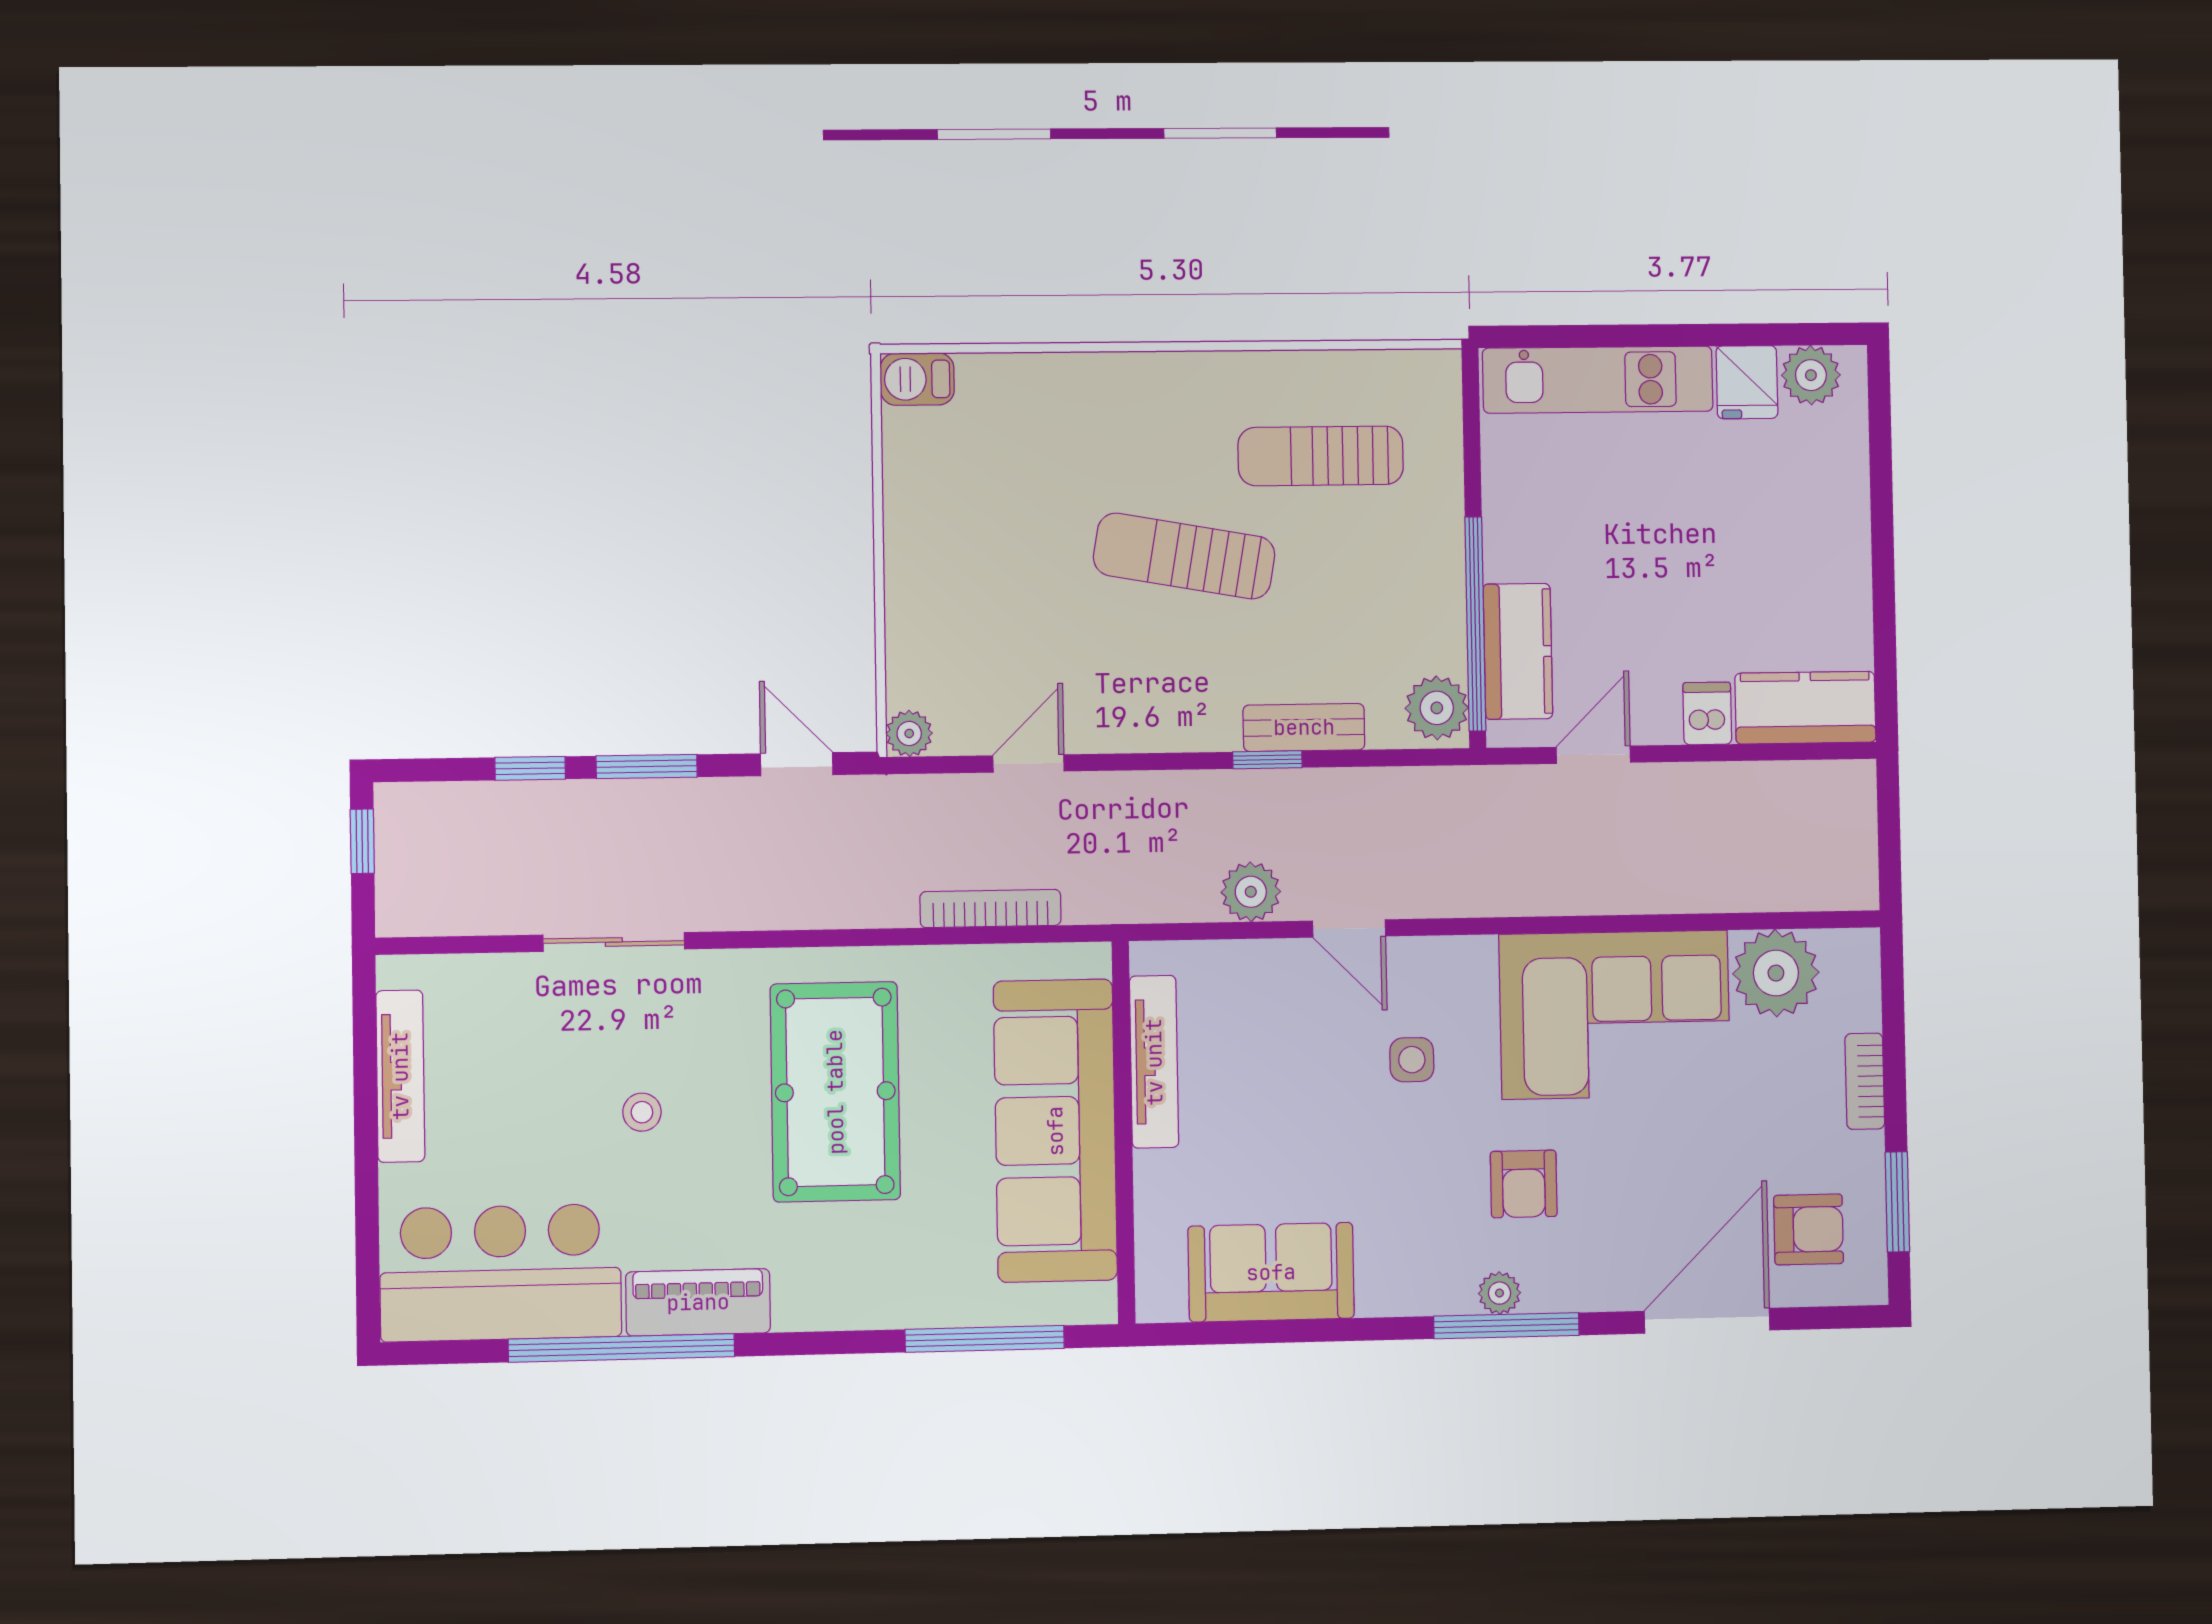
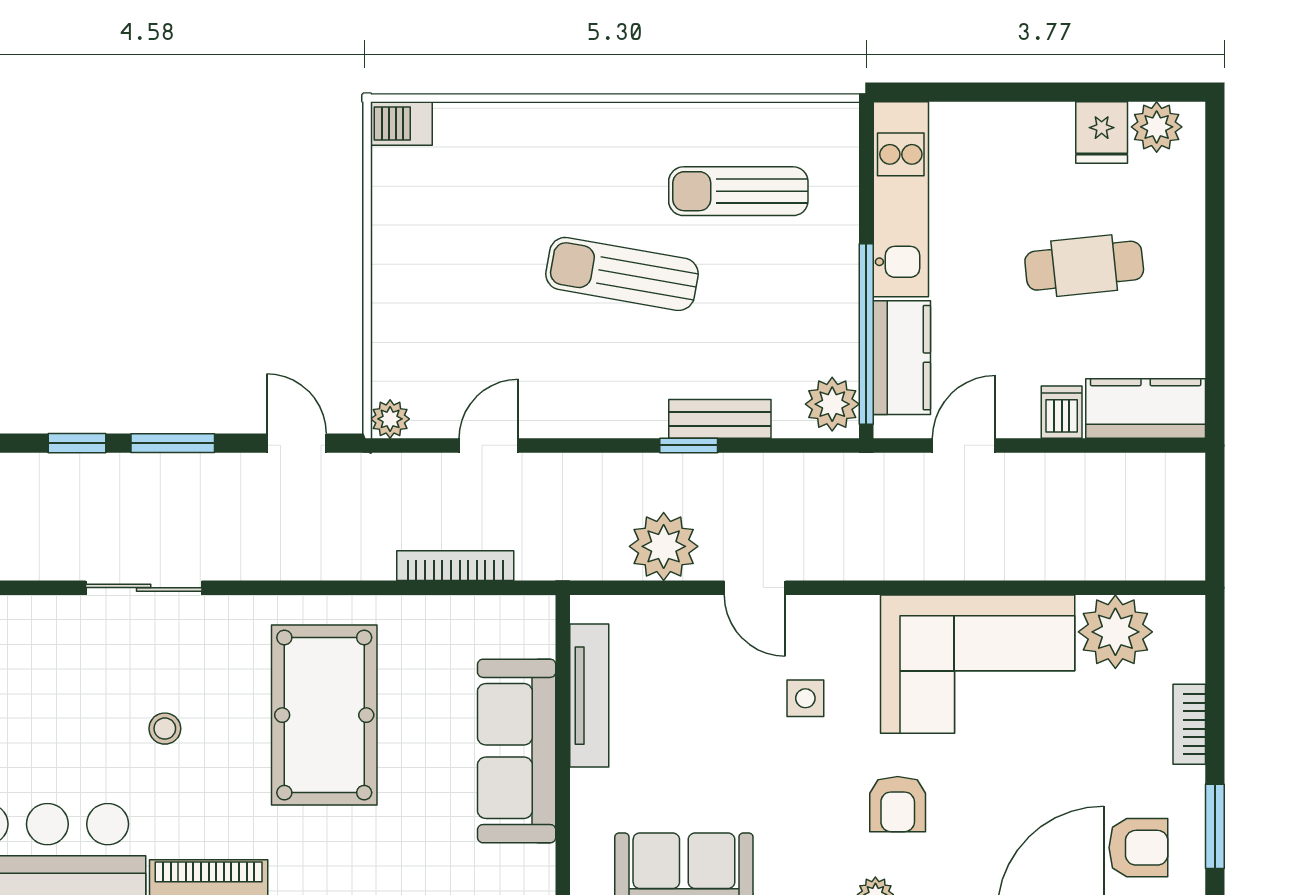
kitchen unit: (1598, 380) -> (901, 199), moved, turned -90
cafe table: (1730, 540) -> (1084, 266), added
plant: (1251, 892) -> (664, 546), width x1.36, depth x1.36
sofa: (1055, 1131) -> (517, 751), width x0.74, depth x0.79

